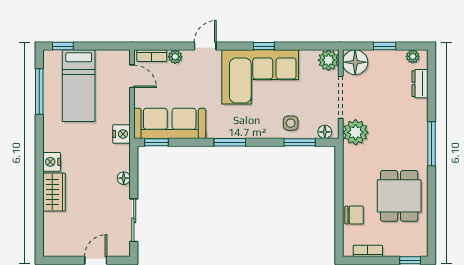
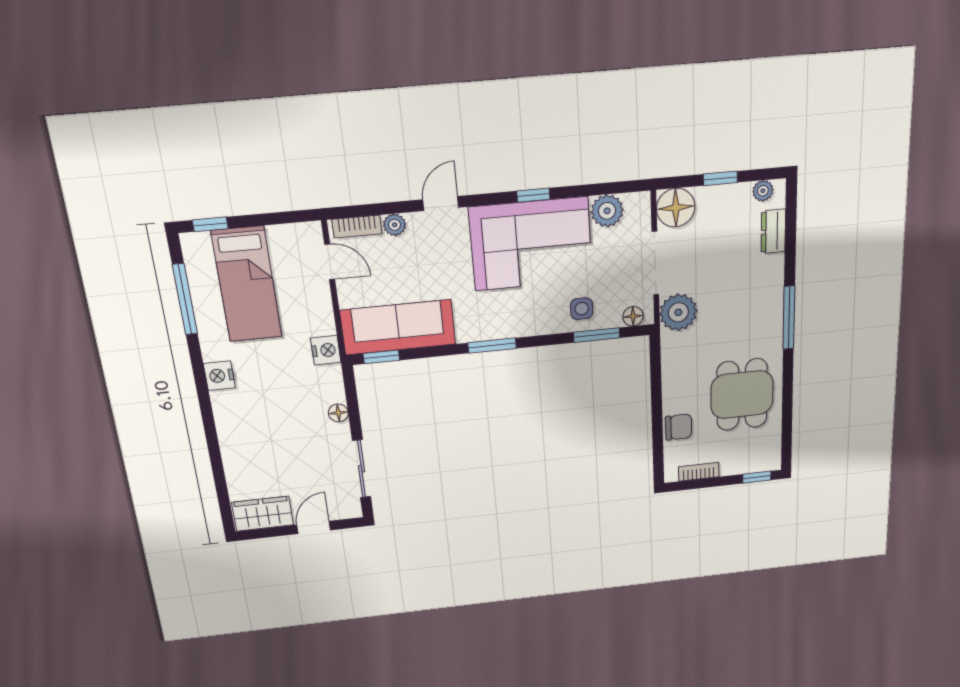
plant: (328, 60) -> (607, 211), moved
nightstand: (52, 162) -> (219, 376), moved
wardrobe: (54, 192) -> (263, 514), moved, turned -90

